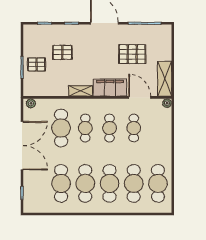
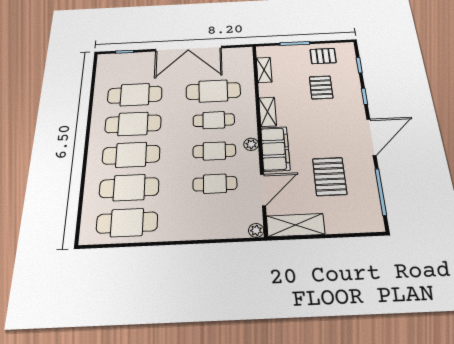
pallet: (37, 64) -> (323, 56), moved, turned 90
shelving: (45, 91) -> (264, 70), added
plant: (31, 103) -> (251, 144), moved

